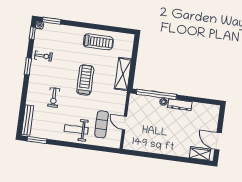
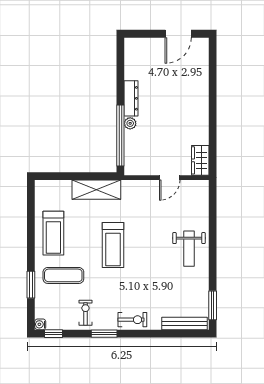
window: (52, 21) -> (31, 285), moved
treadmill: (98, 42) -> (53, 233), turned 180
treadmill: (85, 80) -> (113, 245), turned -90
exercise bike: (54, 97) -> (132, 320), moved
exercise mat: (102, 124) -> (63, 275), moved
wardrobe: (200, 153) -> (200, 160), moved

